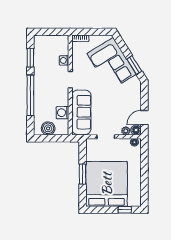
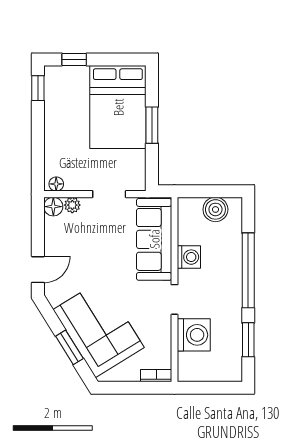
washing machine: (64, 60) -> (194, 335), width x1.89, depth x1.89
window: (134, 65) -> (69, 347), moved
washing machine: (63, 113) -> (189, 257), moved
door: (144, 118) -> (38, 270), moved
bed: (107, 184) -> (118, 107), width x0.73
window: (144, 194) -> (38, 88), added

